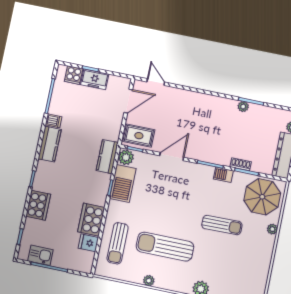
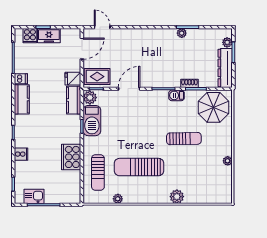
cooker: (38, 205) -> (21, 154), width x0.53, depth x0.76
plant: (272, 229) -> (228, 161), moved
fridge: (88, 243) -> (73, 79), moved
plant: (149, 281) -> (118, 199), moved

